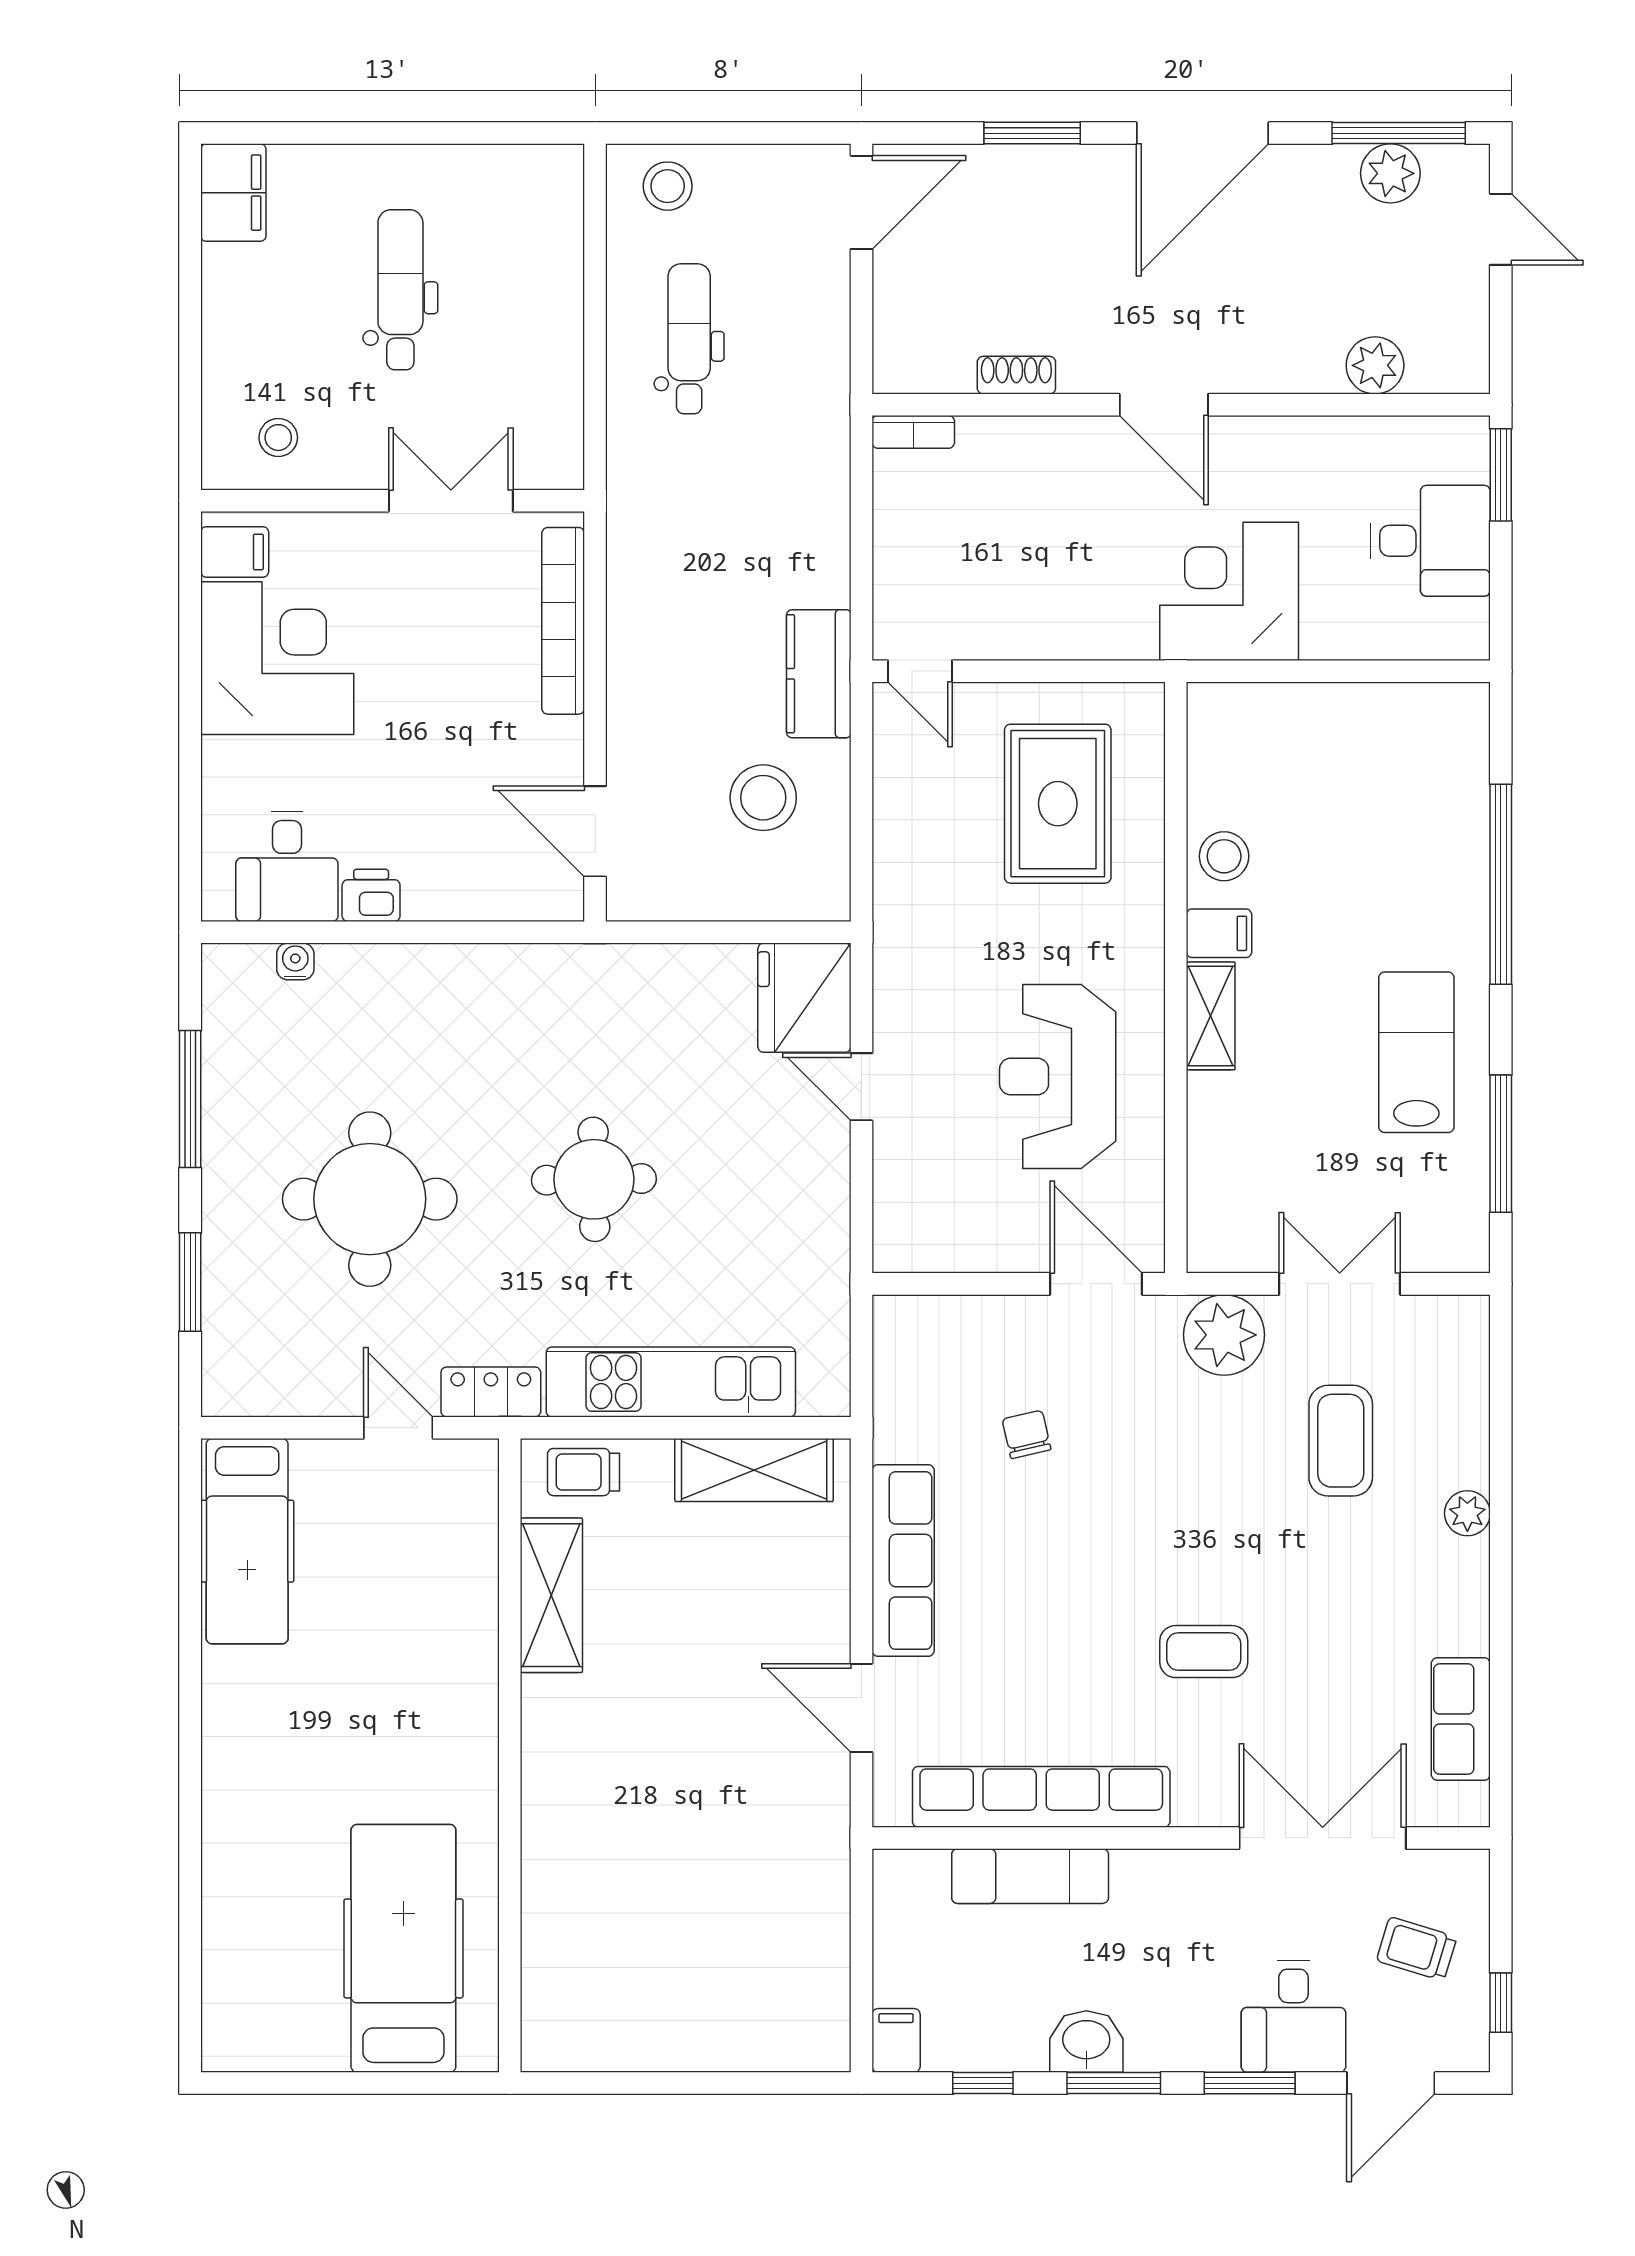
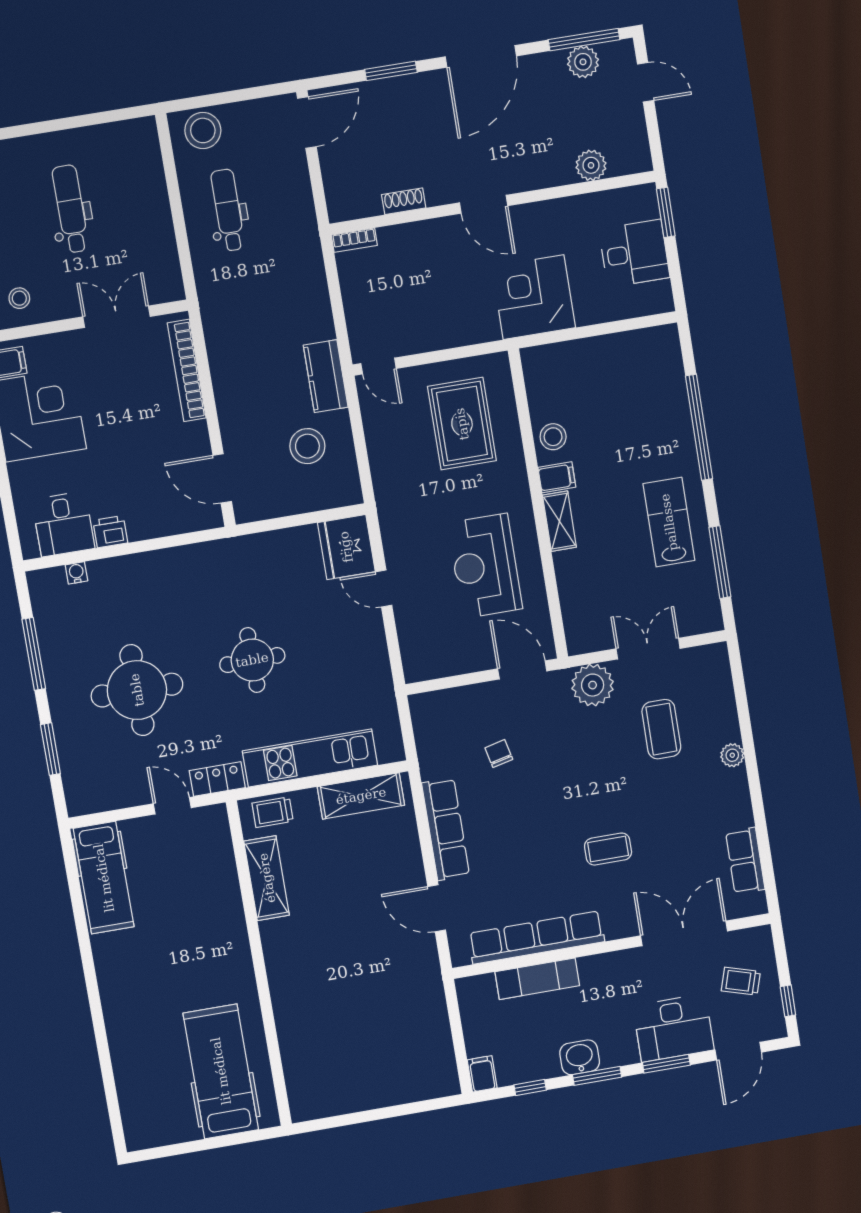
stool: (668, 186) -> (203, 130), width x1.38, depth x1.38
desk: (1293, 2016) -> (673, 1028), width x1.37

